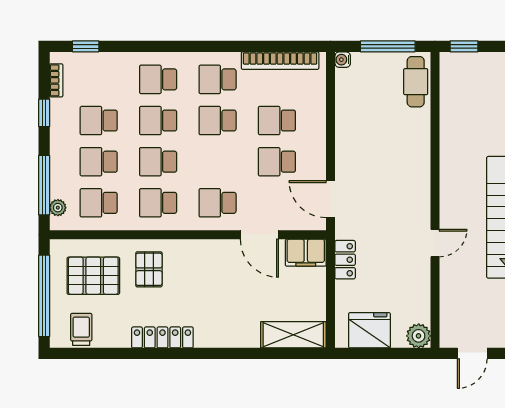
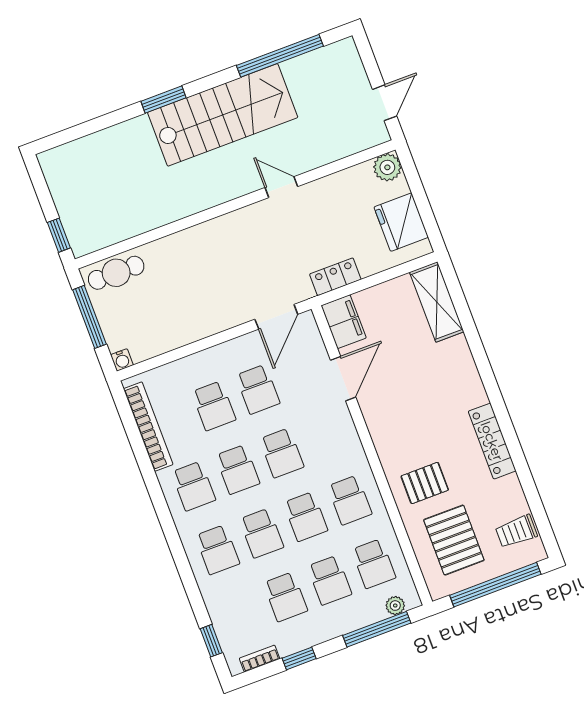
school desk: (218, 203) -> (282, 453), moved
door: (472, 353) -> (385, 103), hinge flipped

